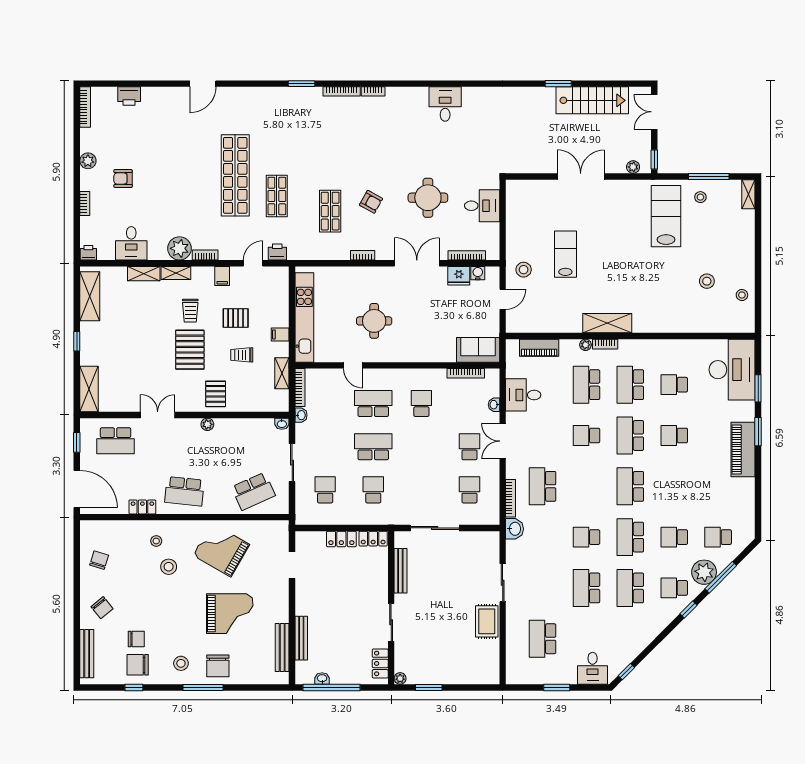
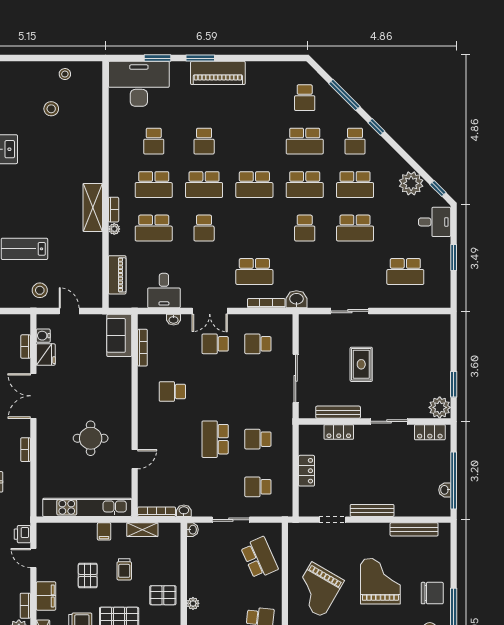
bookcase: (467, 255) -> (26, 347), width x0.64
filing cabinet: (222, 276) -> (46, 596), width x2.00
school desk: (373, 403) -> (172, 439), removed
school desk: (674, 537) -> (305, 141), width x1.85
locker: (373, 539) -> (339, 432), moved, turned 90
plant: (704, 572) -> (411, 183), moved
rug: (487, 621) -> (361, 364), moved, turned 90
bench: (301, 638) -> (372, 510), moved
plant: (400, 678) -> (440, 407), width x1.87, depth x1.87

